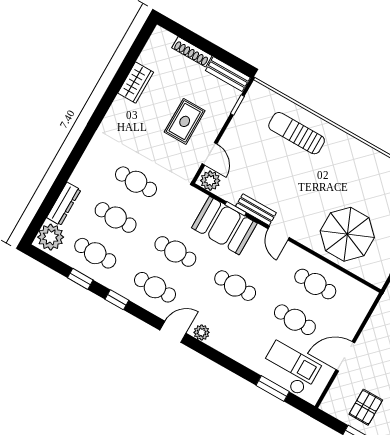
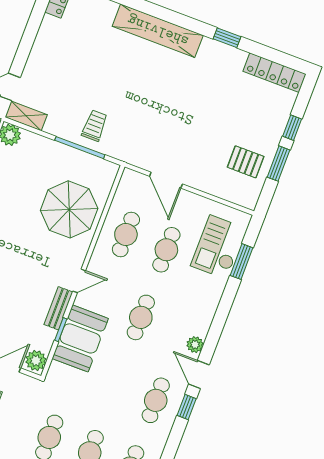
cafe table: (175, 252) -> (115, 385), removed
window: (117, 300) -> (187, 407), moved
door: (345, 356) -> (166, 180), moved

